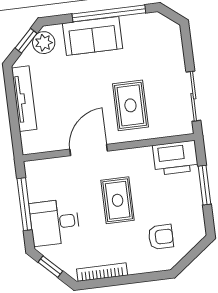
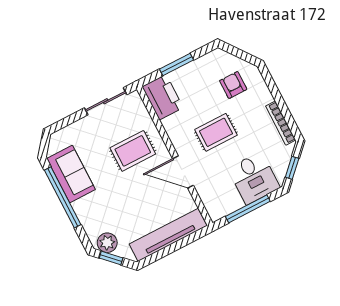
sofa: (93, 36) -> (71, 174), moved
tv unit: (24, 99) -> (168, 235), width x1.36, depth x1.29

